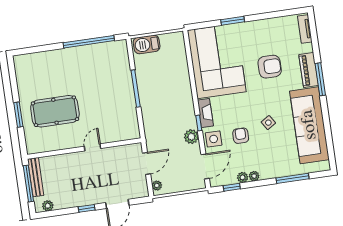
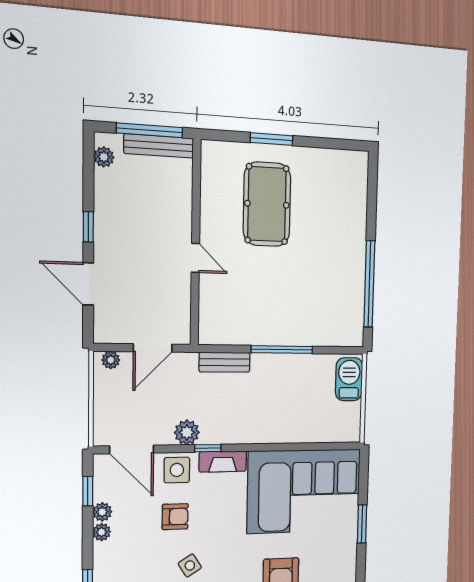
bench: (148, 121) -> (225, 362), added
door: (147, 163) -> (153, 348), hinge flipped

